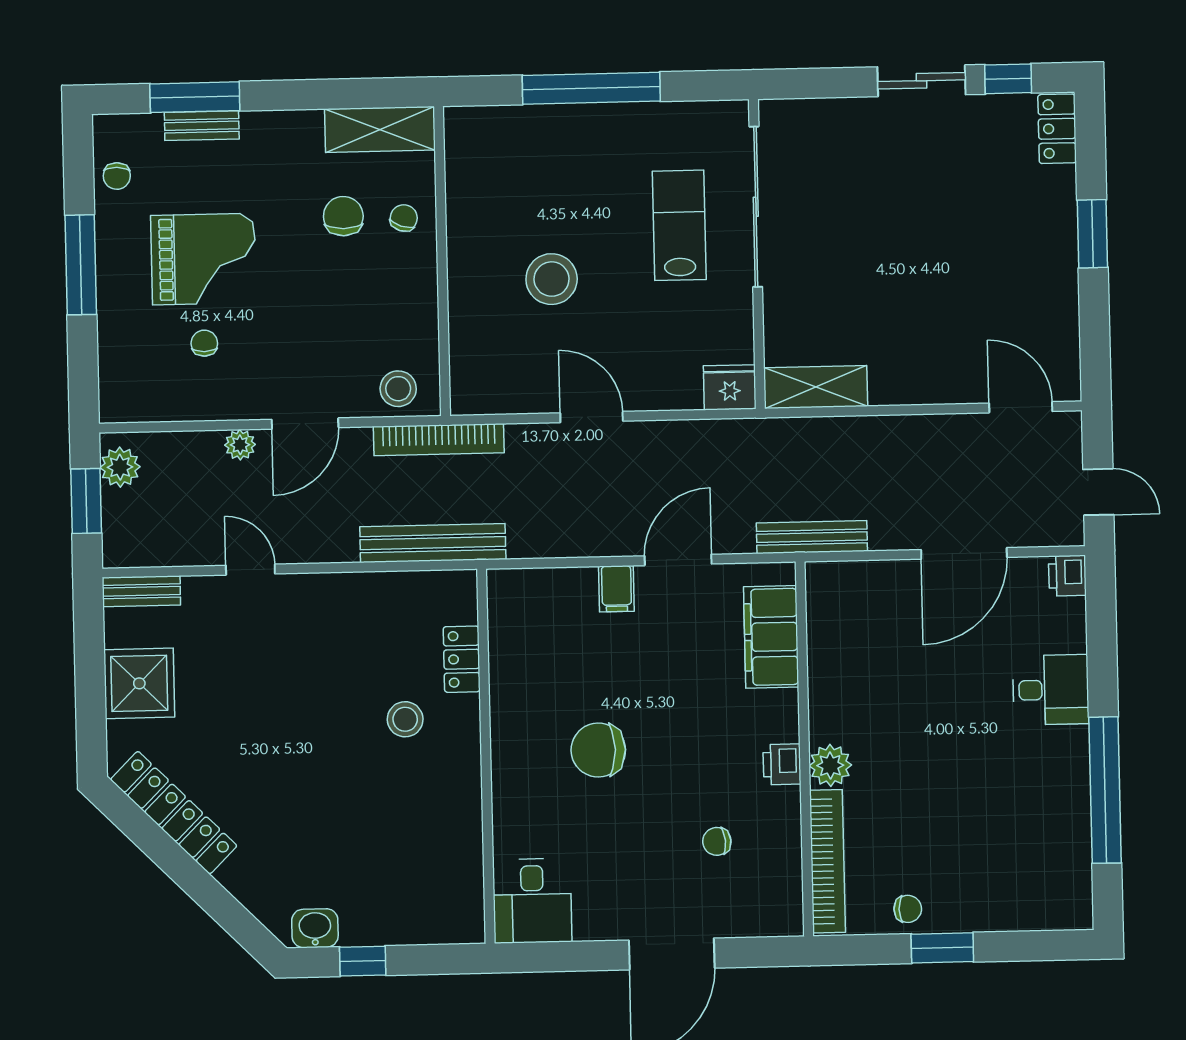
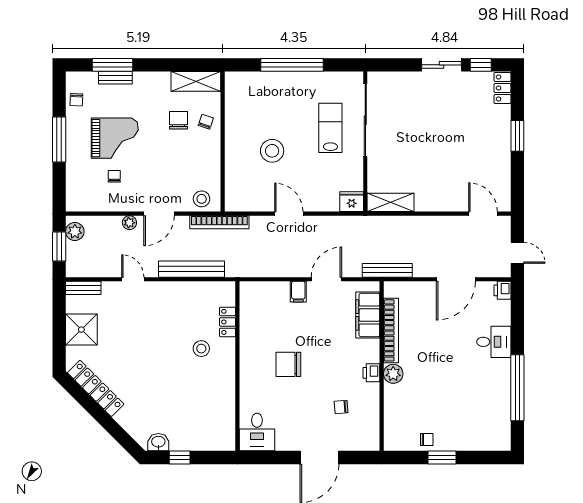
bench: (433, 543) -> (191, 269), moved
bookcase: (827, 861) -> (391, 330), moved

